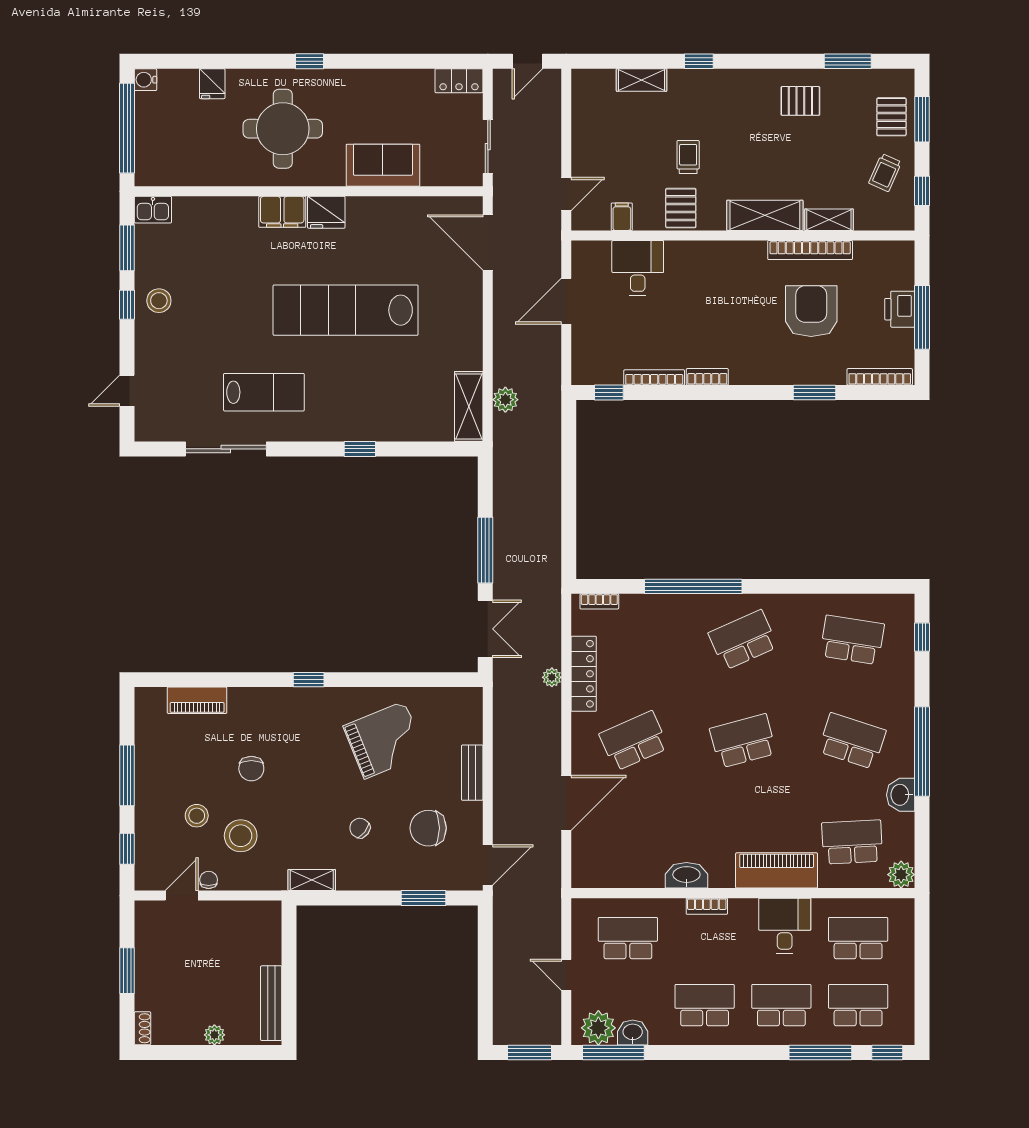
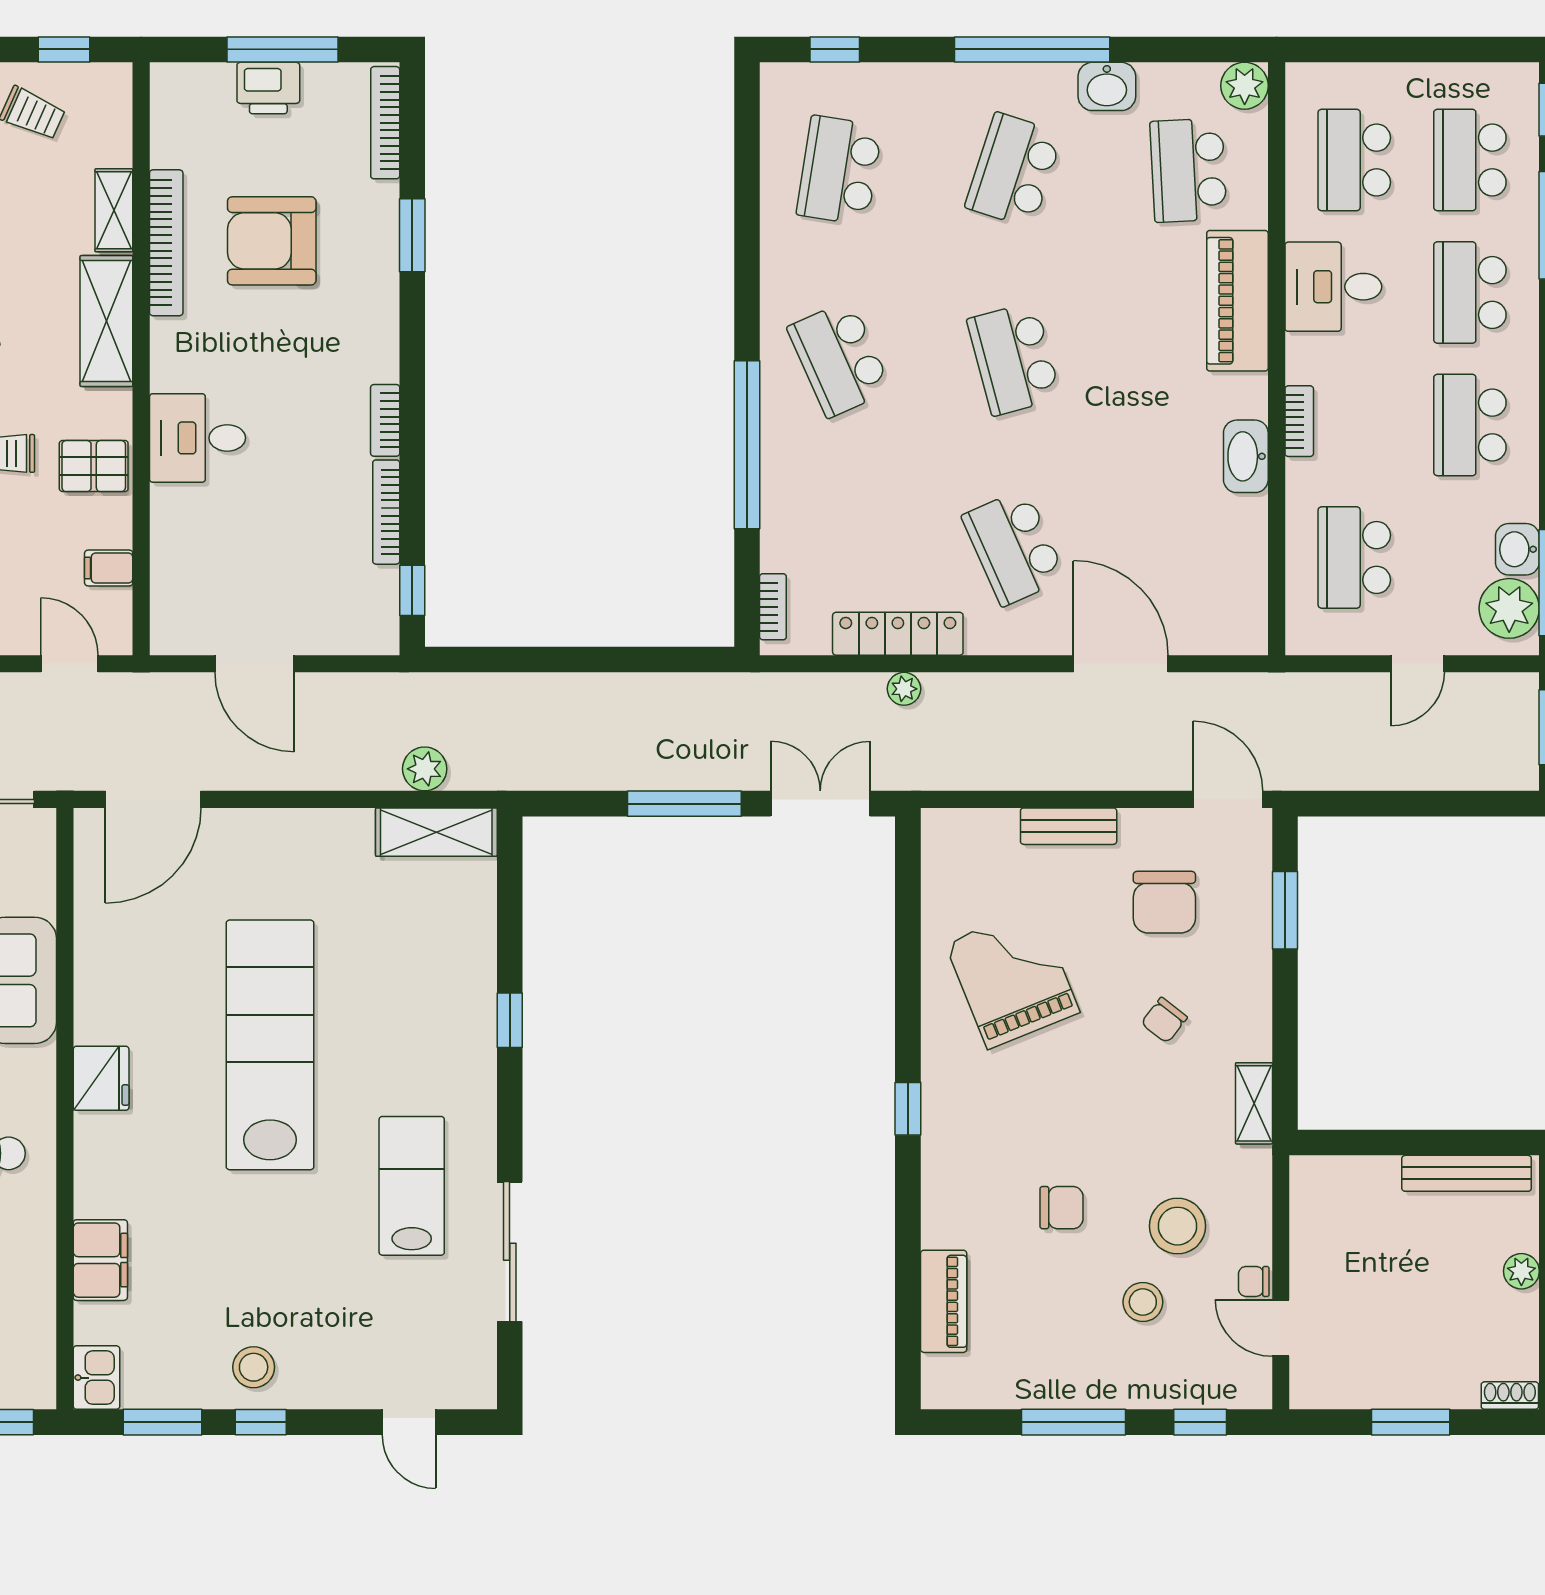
filing cabinet: (282, 212) -> (100, 1260), moved
desk: (638, 268) -> (198, 438), moved
lab bench: (346, 310) -> (270, 1045), turned 180

